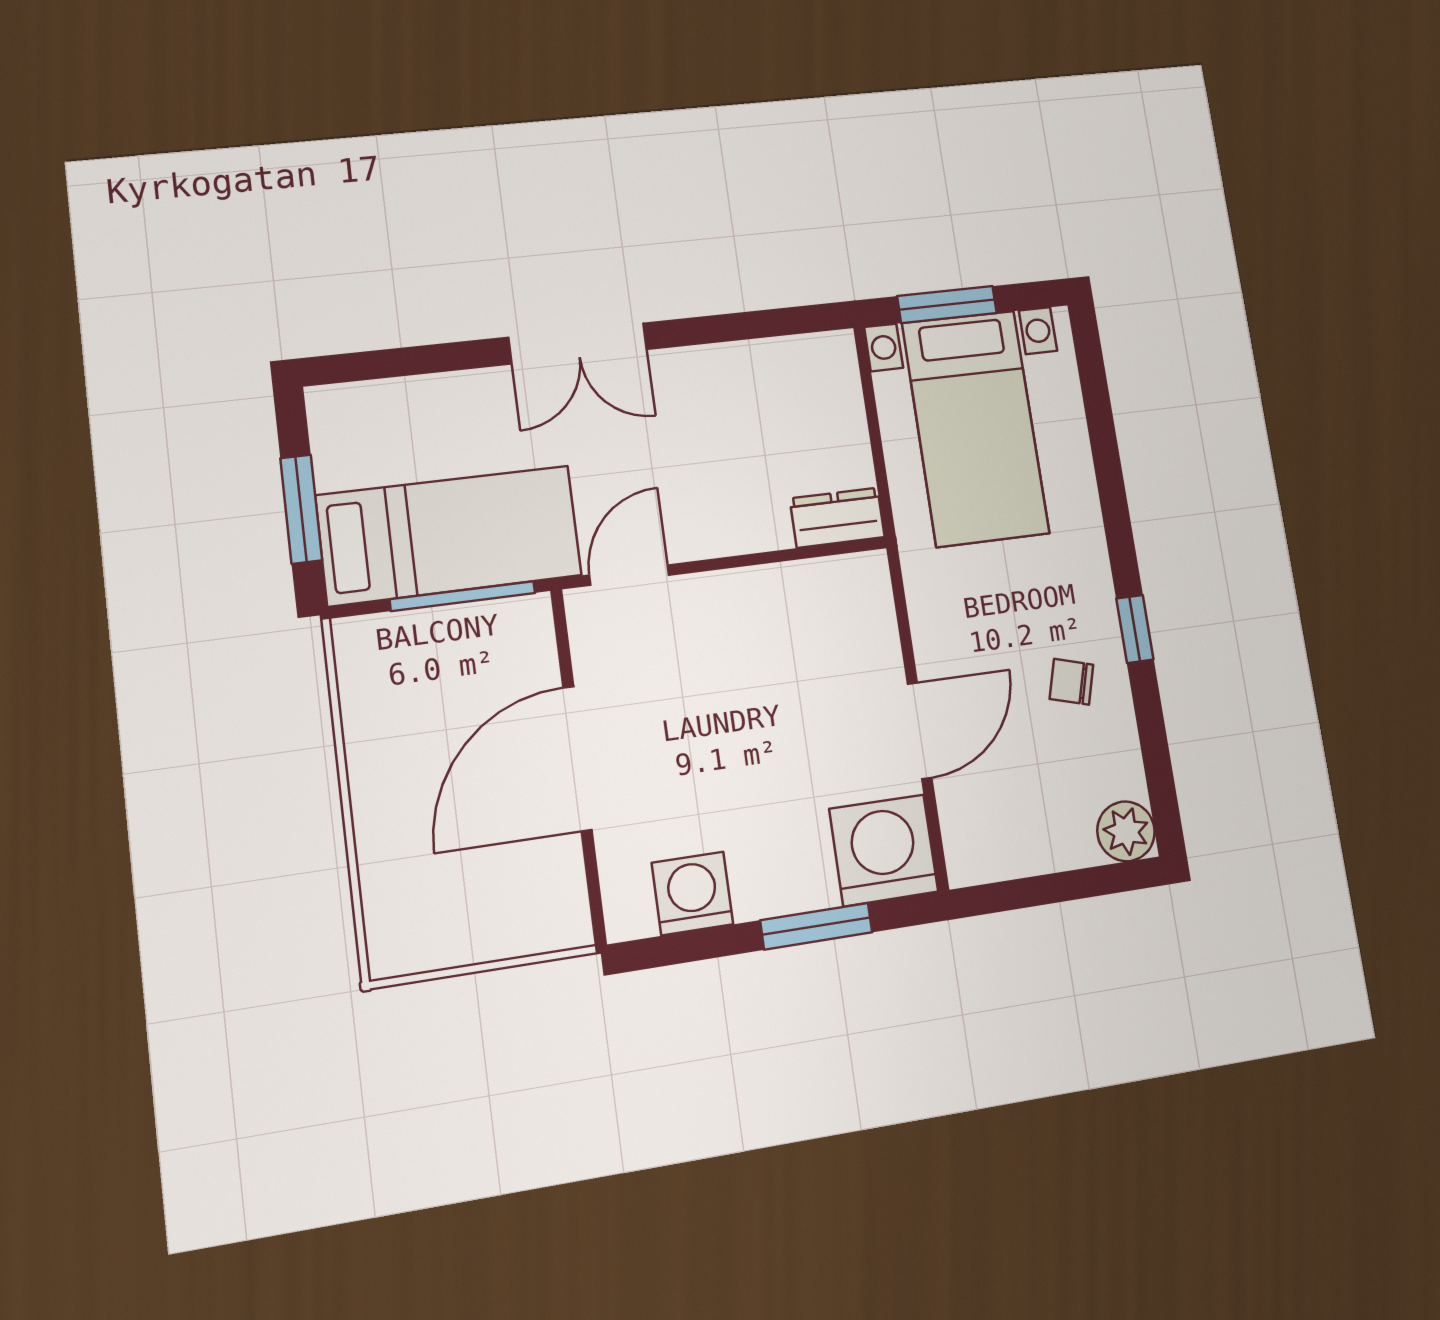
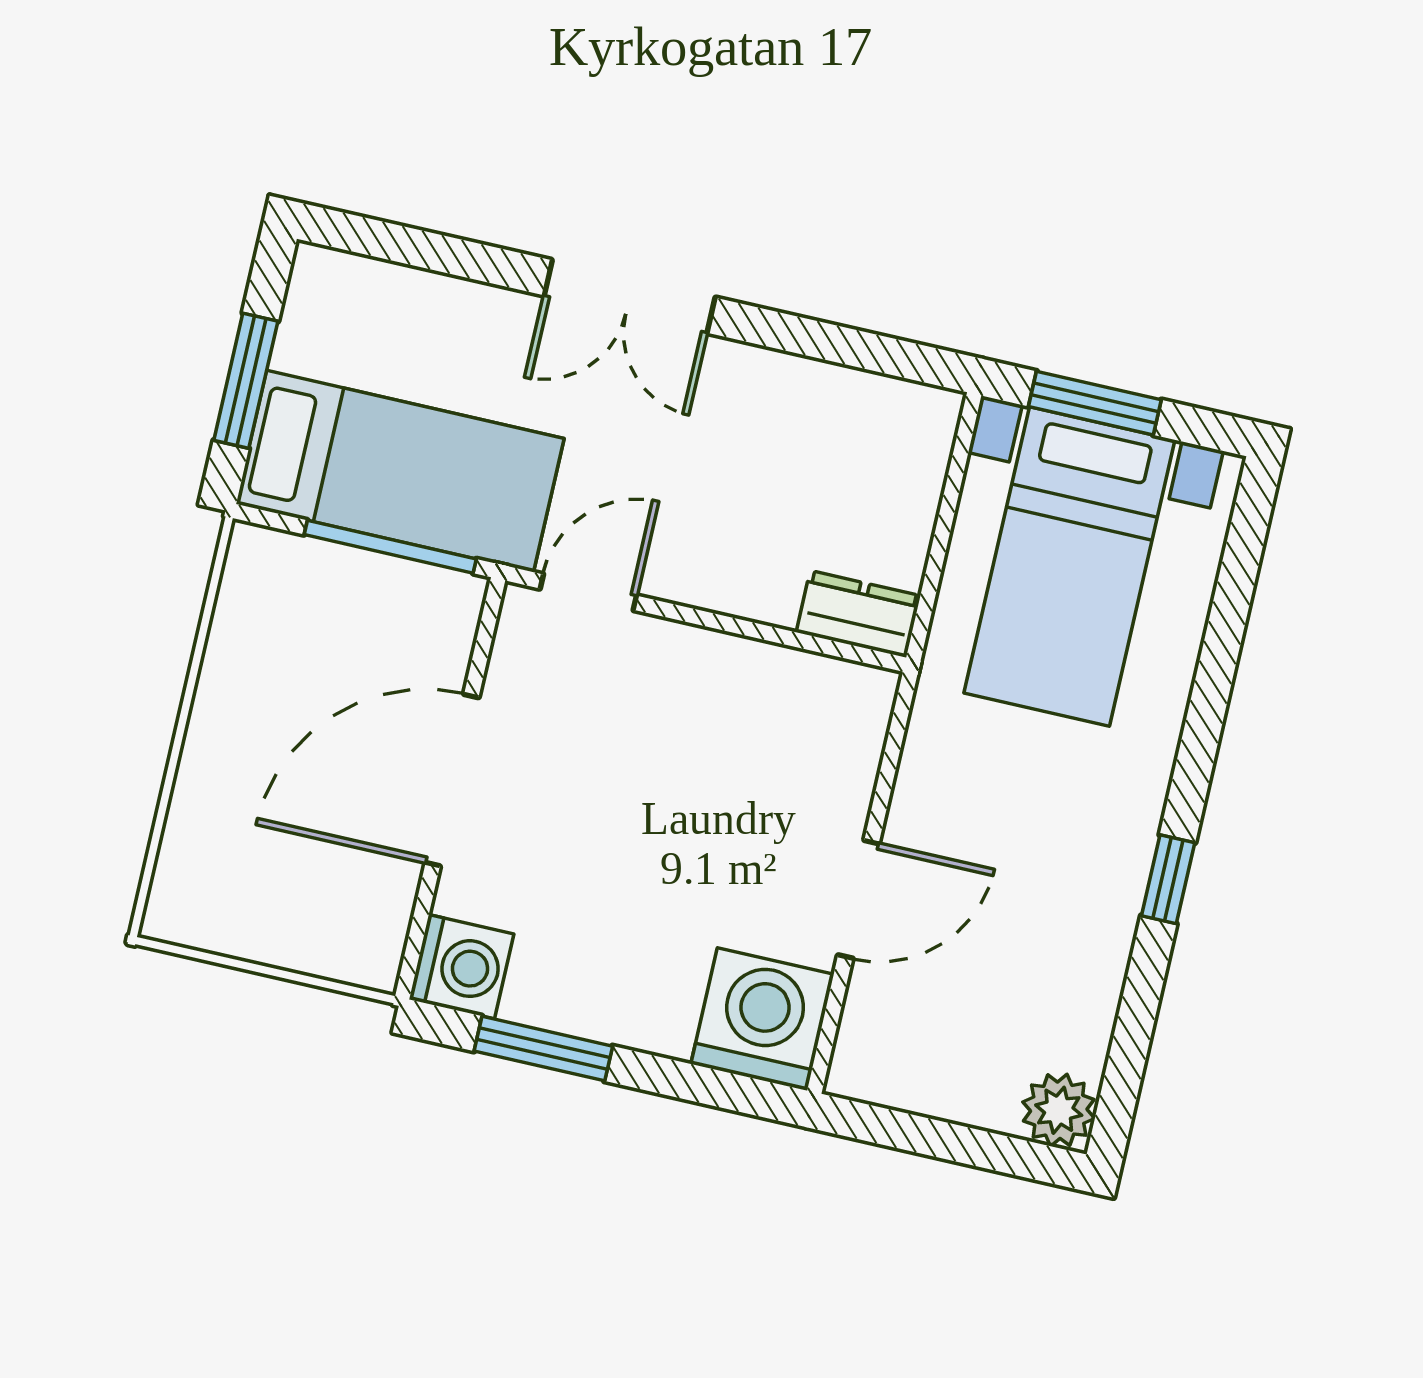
chair: (1071, 682) -> (1064, 912), removed
washing machine: (692, 893) -> (461, 967), moved, turned 90
window: (816, 926) -> (543, 1049), moved

